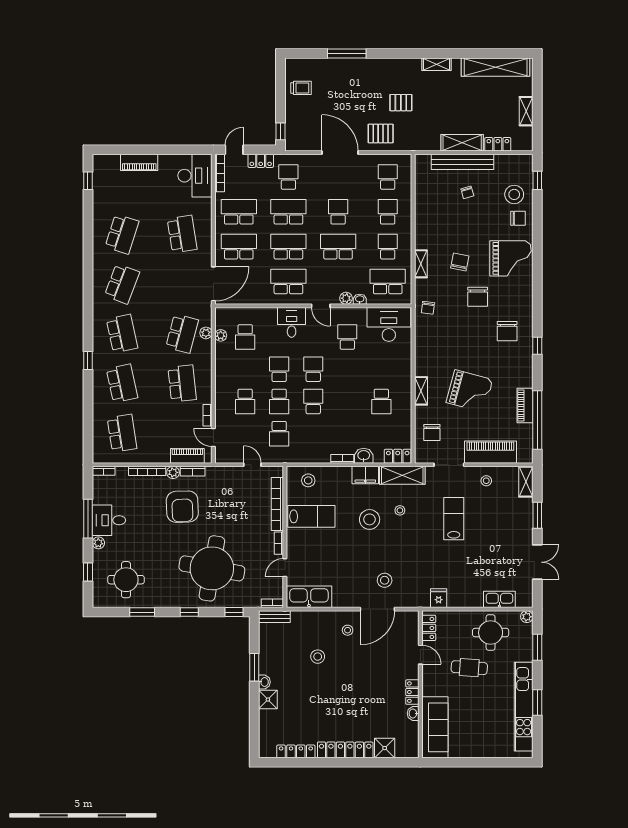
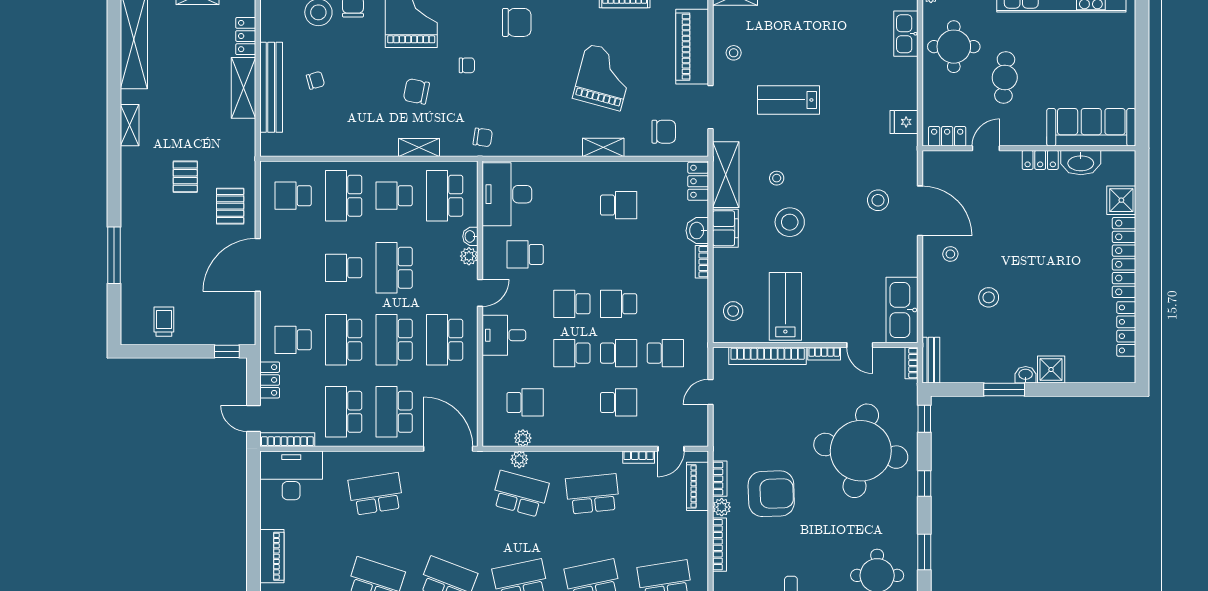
school desk: (388, 212) -> (344, 196), width x1.85
chair: (478, 297) -> (467, 65), width x0.54, depth x0.54
washbasin: (413, 713) -> (1081, 163), width x1.91, depth x1.45

